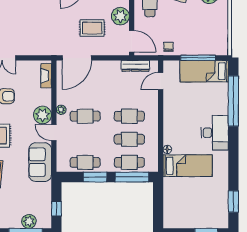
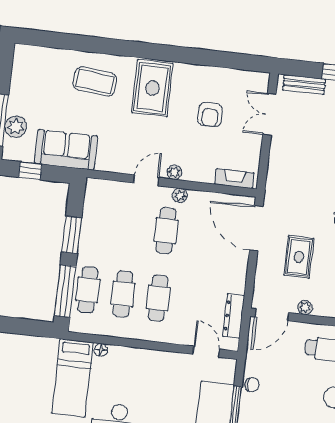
plant: (120, 16) -> (305, 307), width x0.53, depth x0.53
chair: (169, 47) -> (252, 385), moved
plant: (42, 115) -> (175, 172), width x0.53, depth x0.53
sofa: (40, 162) -> (66, 150), moved
cafe table: (85, 162) -> (96, 223), removed

